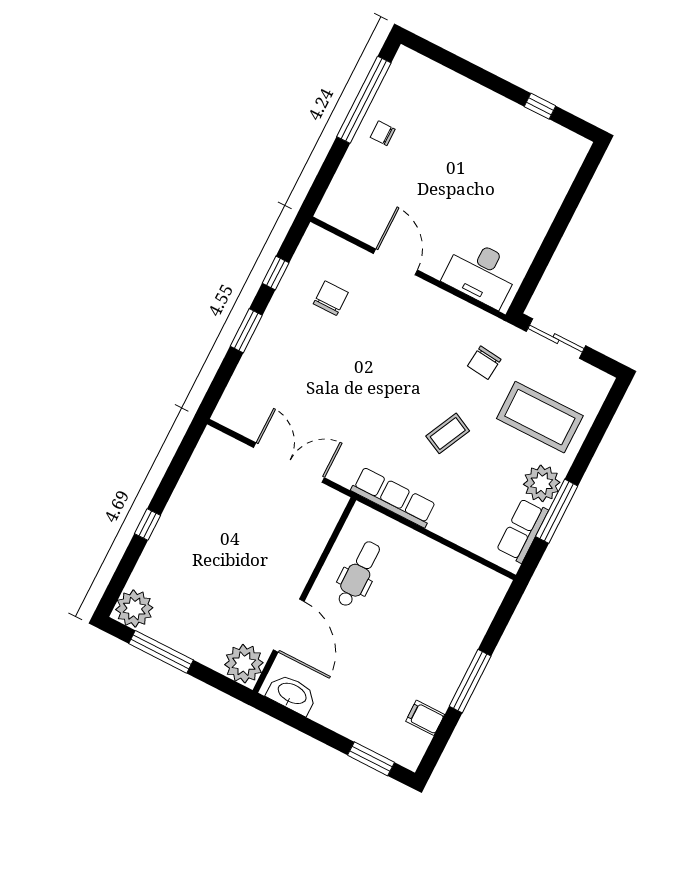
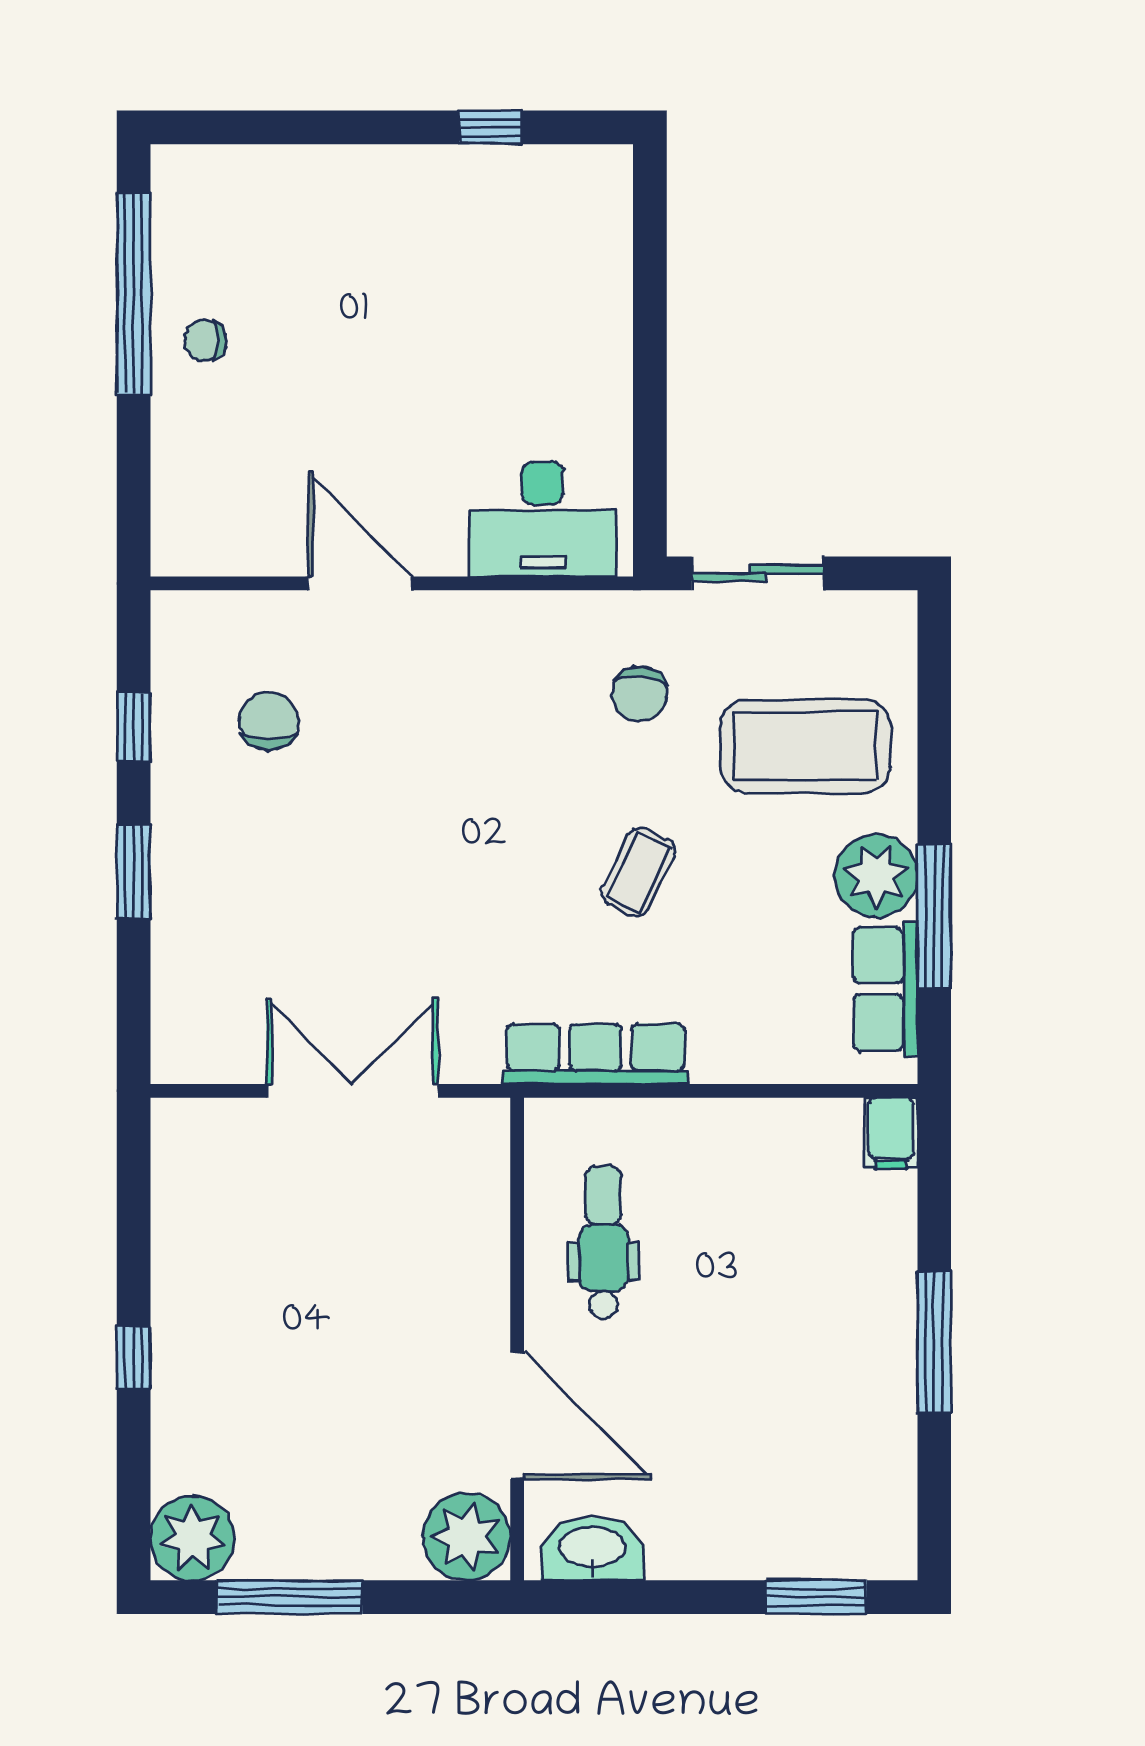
filing cabinet: (425, 718) -> (891, 1133), moved, turned -90

